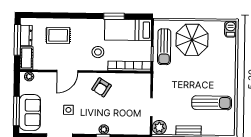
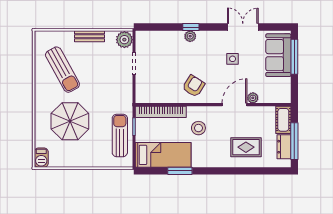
parasol: (192, 40) -> (70, 121), moved
plant: (29, 76) -> (253, 98), moved
sun lounger: (212, 103) -> (62, 70), turned -119

